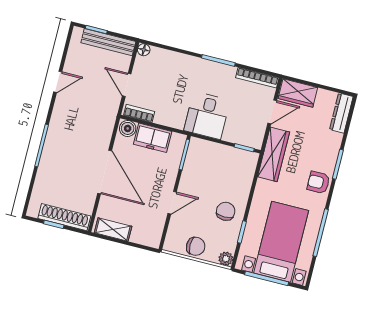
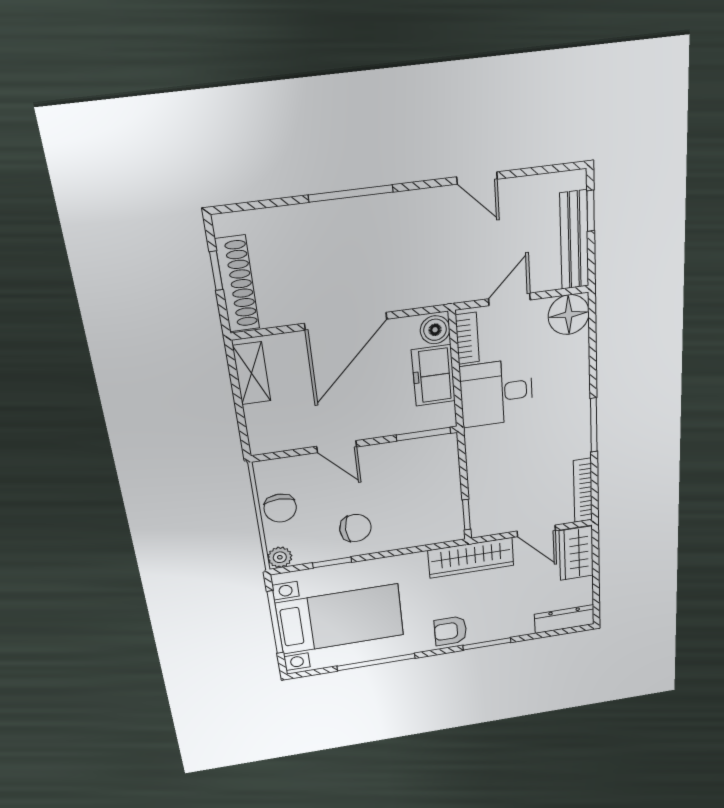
floor lamp: (144, 50) -> (569, 315), width x1.89, depth x1.89
desk: (207, 115) -> (497, 393), moved
armchair: (318, 182) -> (450, 631), turned -90

